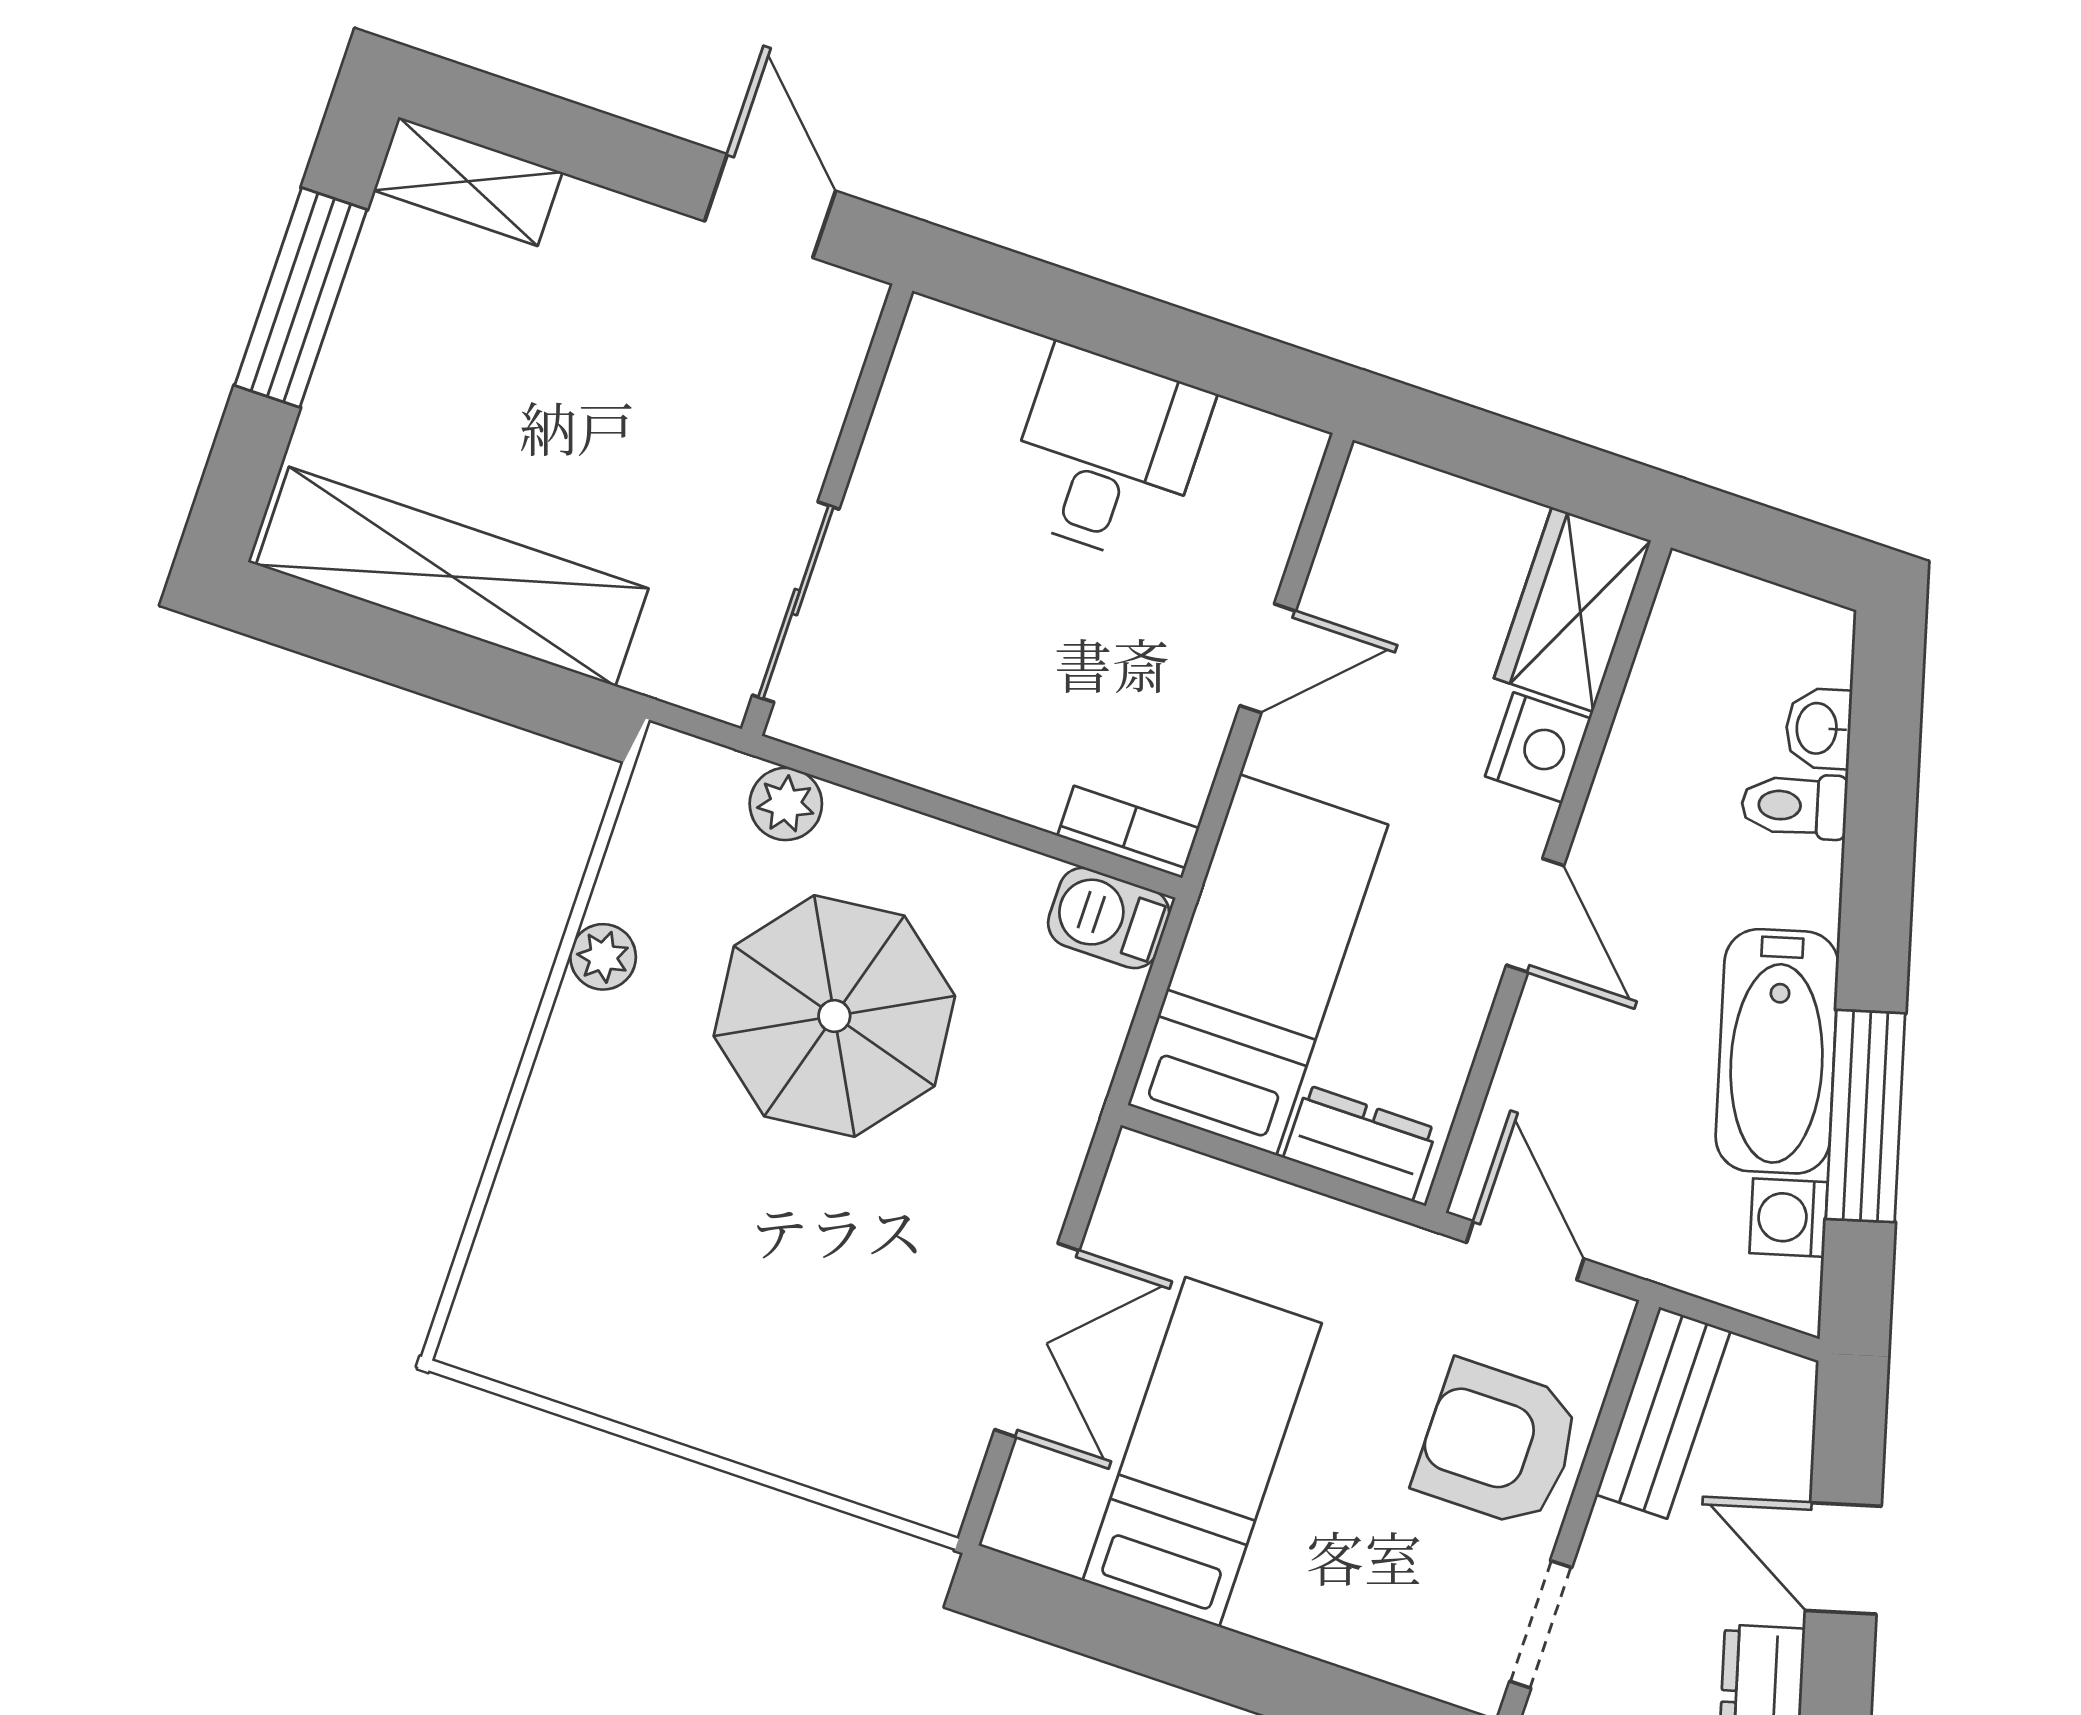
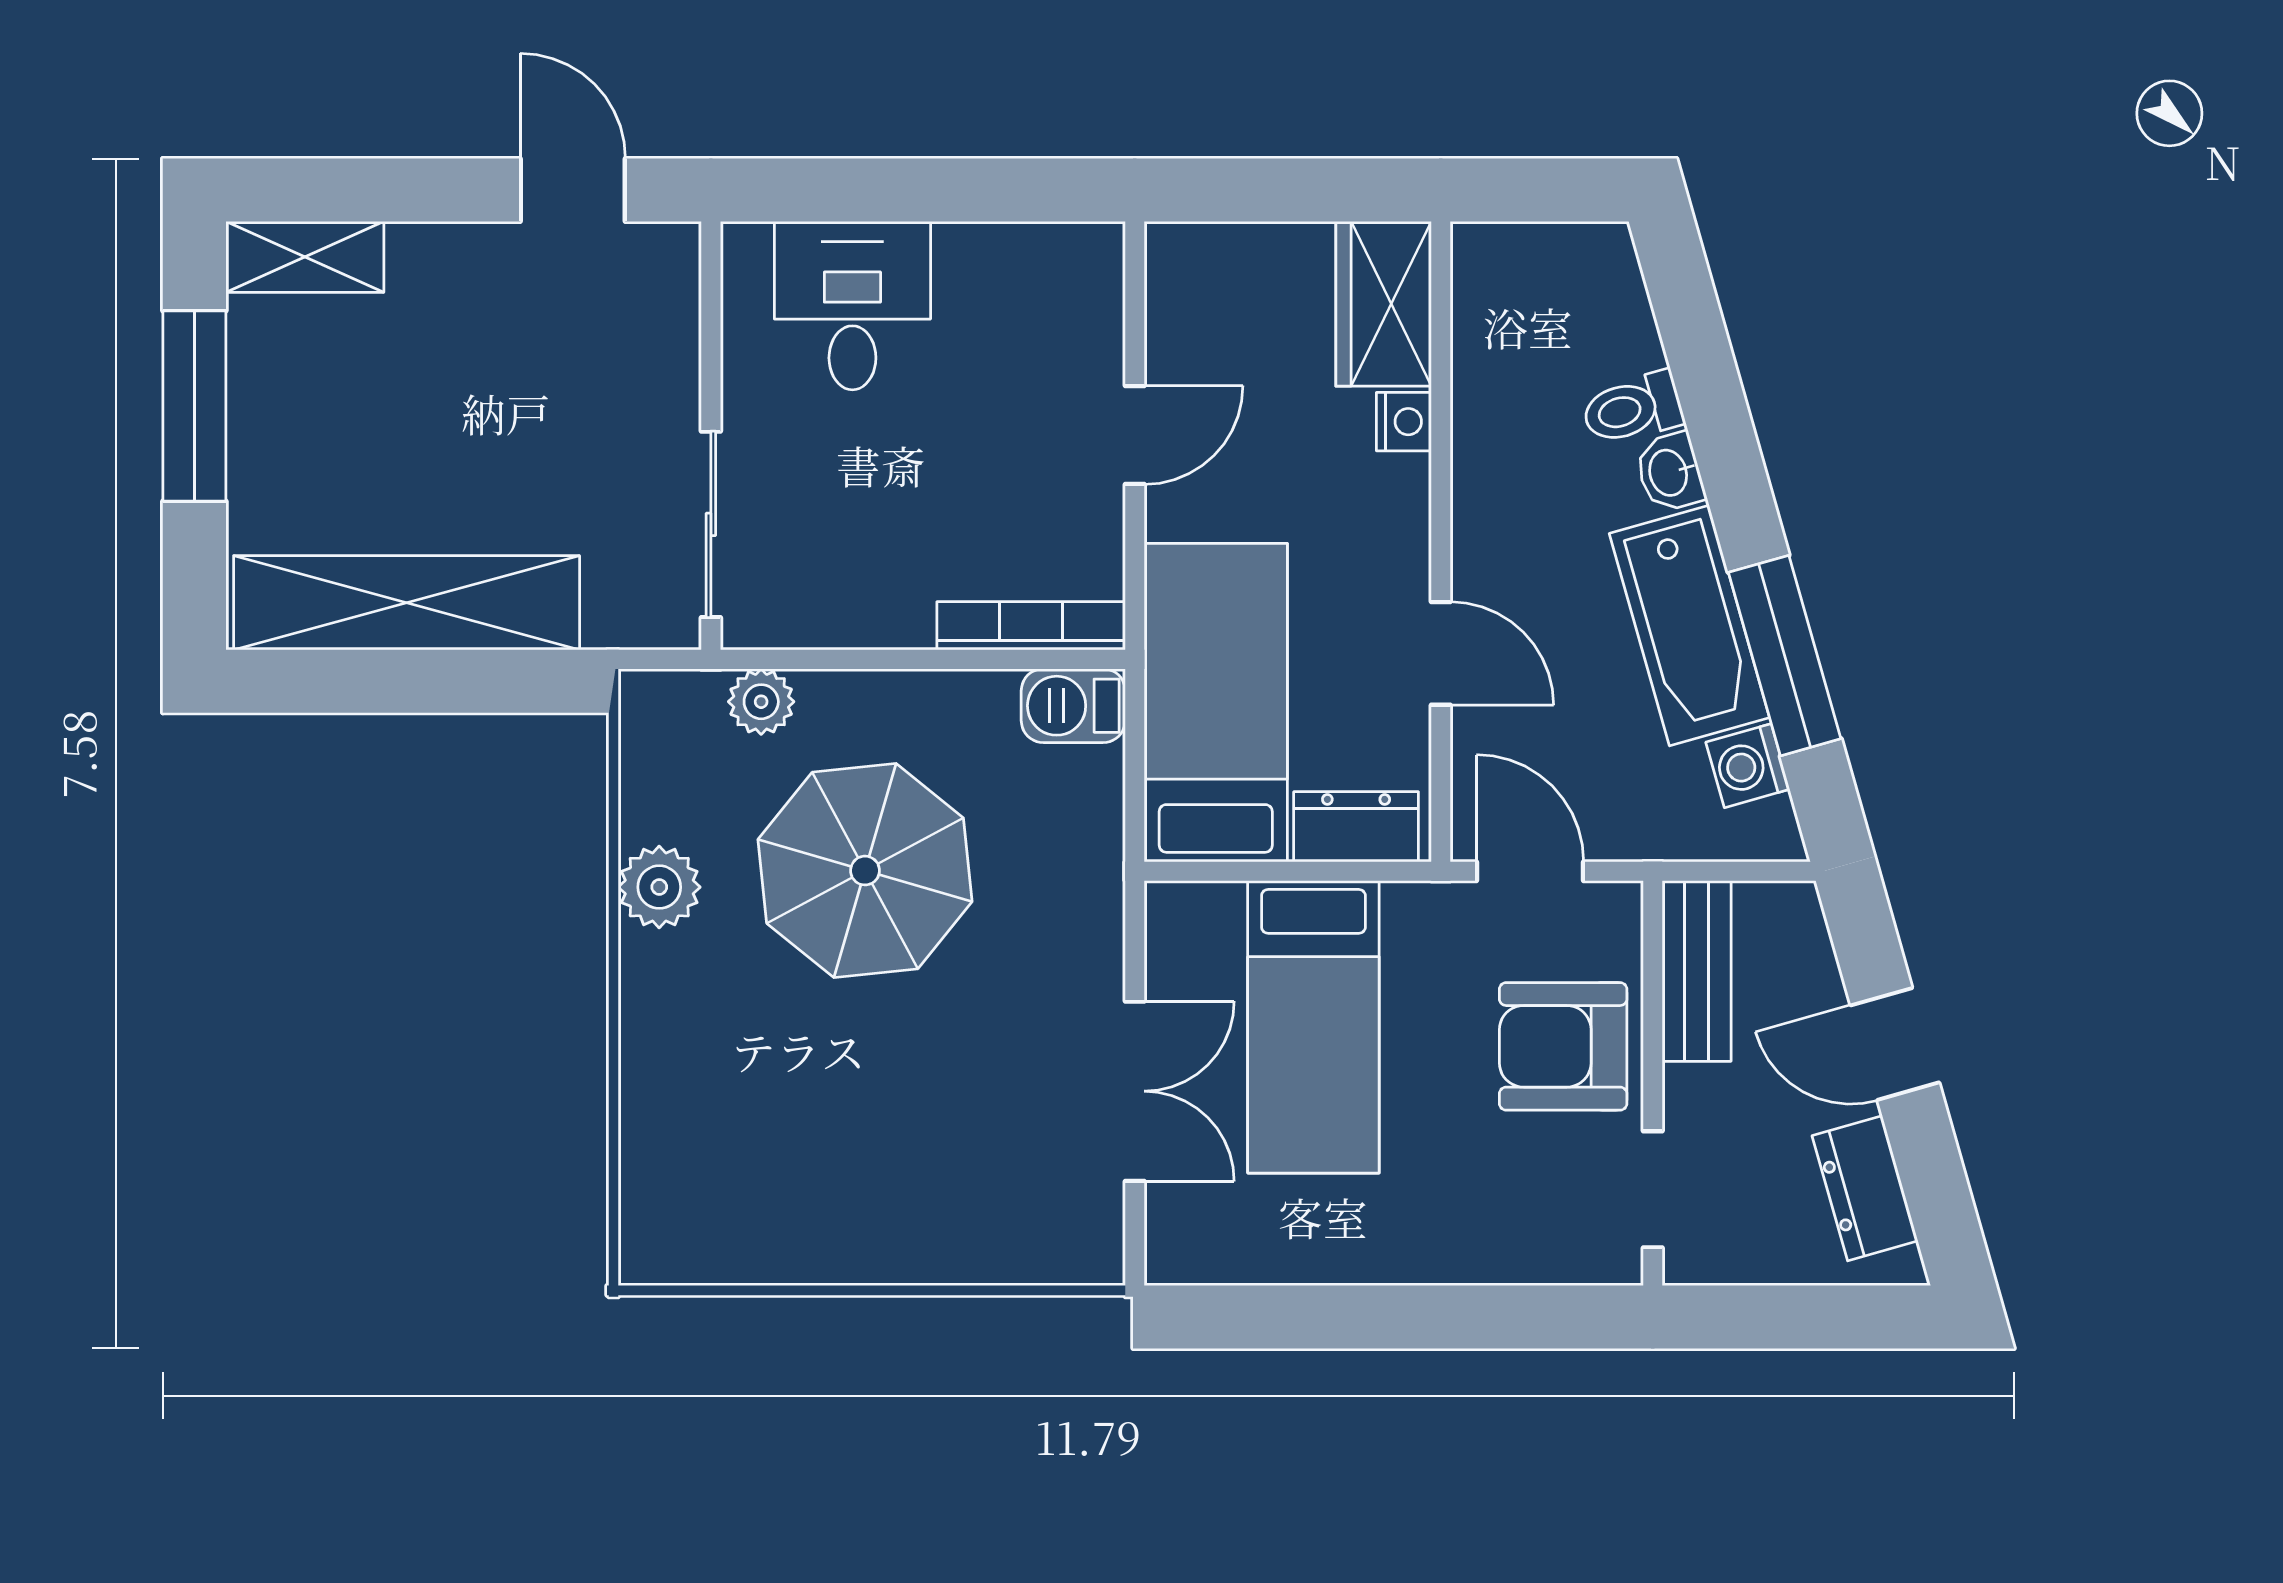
desk: (1107, 454) -> (852, 306), moved
washbasin: (1818, 728) -> (1670, 472), moved
nightstand: (1538, 747) -> (1404, 422), width x0.72, depth x0.74
bookcase: (1128, 832) -> (1031, 626), width x1.56
door: (1535, 915) -> (1441, 653), moved
plant: (603, 957) -> (659, 887), width x1.38, depth x1.38
bed: (1202, 1452) -> (1313, 1027), moved, turned 180

